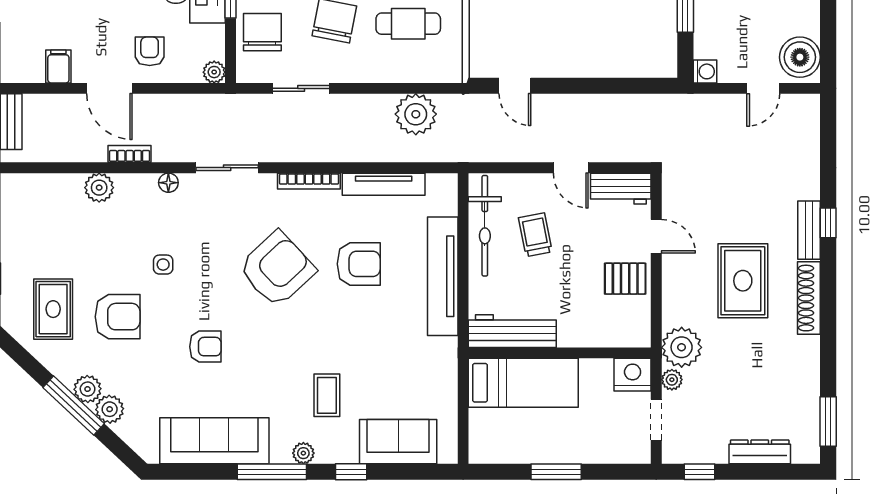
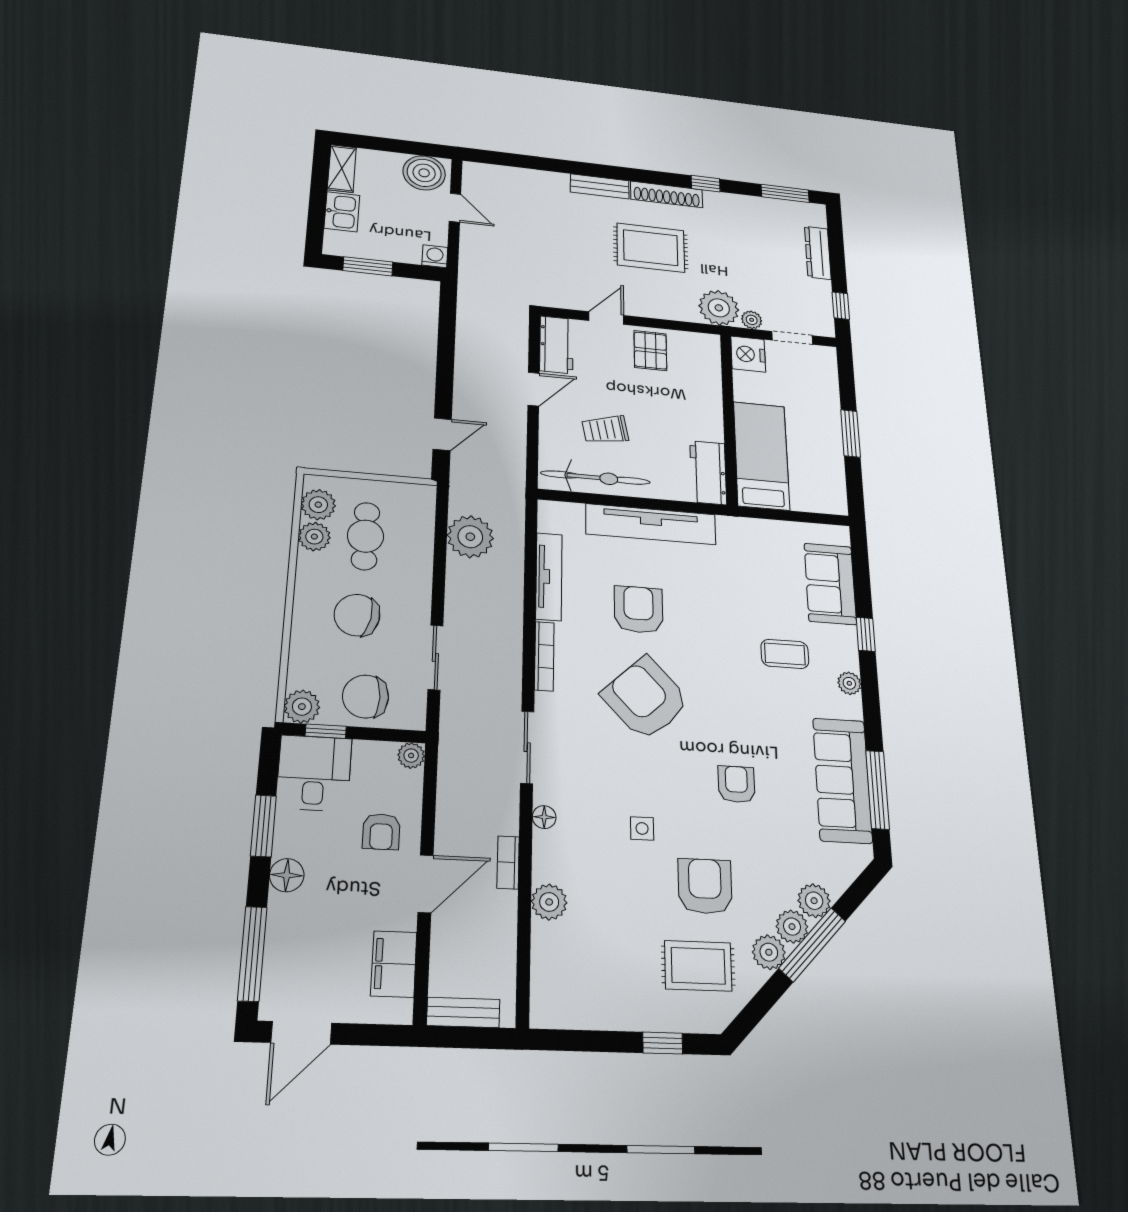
armchair: (150, 51) -> (381, 832), turned -90
filing cabinet: (58, 67) -> (394, 964), width x2.00
window: (828, 223) -> (706, 184), moved
workbench: (512, 331) -> (708, 473), width x0.73
plant: (66, 368) -> (769, 952), added
window: (272, 472) -> (878, 790), moved

